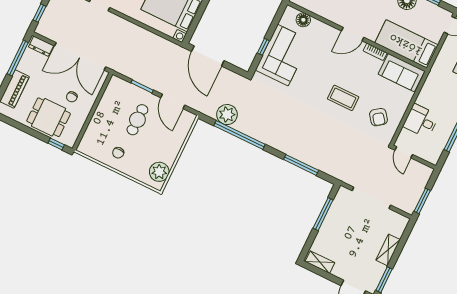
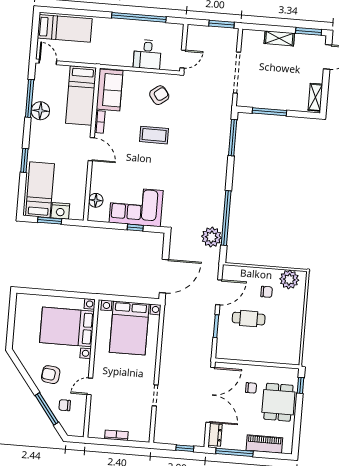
coffee table: (343, 98) -> (154, 135), turned 90
chair: (118, 153) -> (267, 292), moved
window: (301, 165) -> (233, 138), moved

